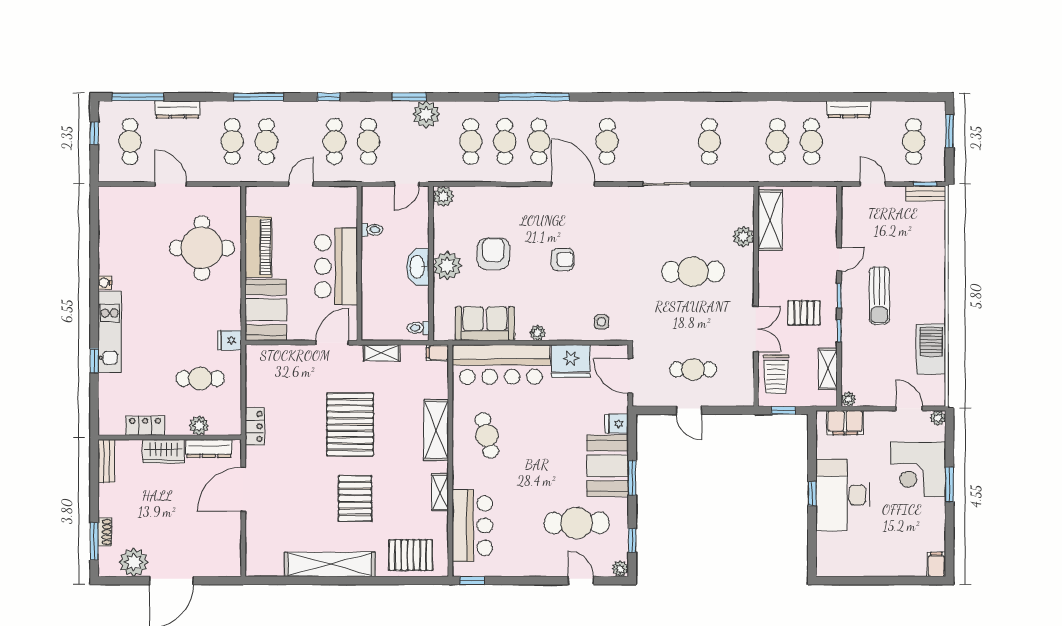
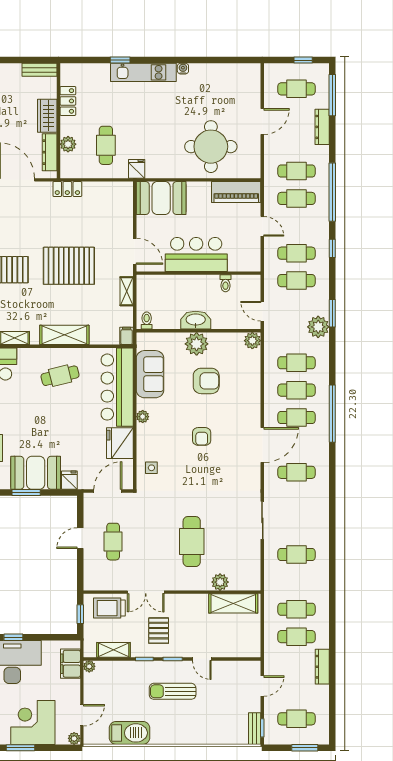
window: (259, 97) -> (332, 192), width x1.46
piano: (258, 247) -> (236, 192), moved

